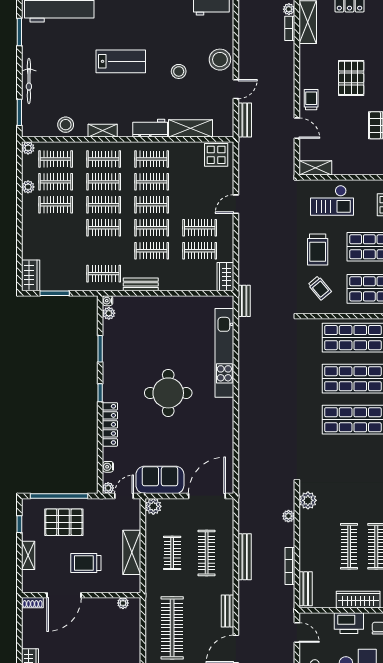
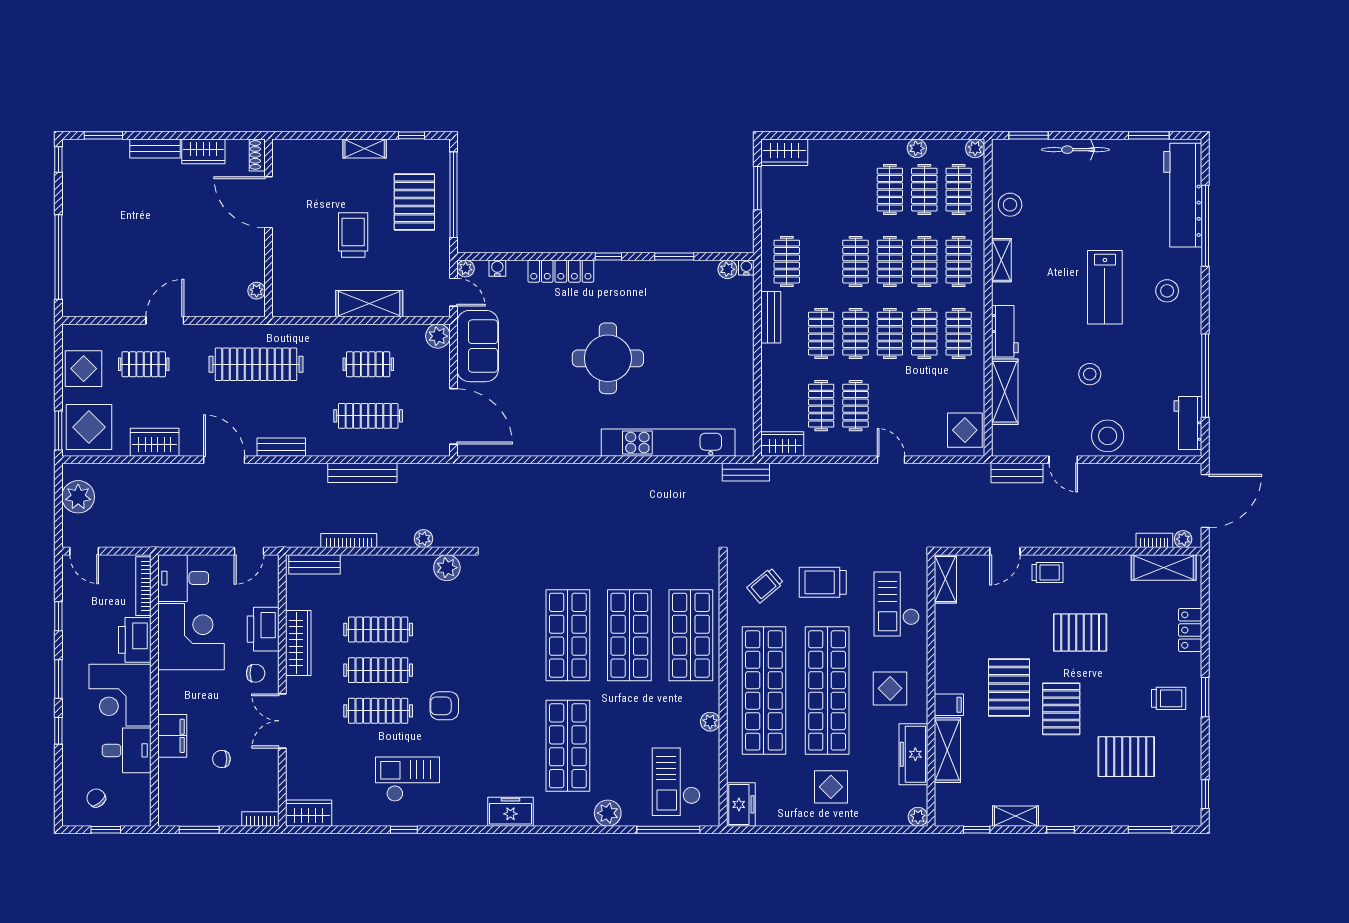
stool: (123, 20) -> (1167, 291), added
door: (64, 595) -> (269, 202), moved
wall: (81, 595) -> (269, 228), moved
shoe rack: (32, 603) -> (257, 155), moved
plant: (123, 603) -> (257, 291), moved

